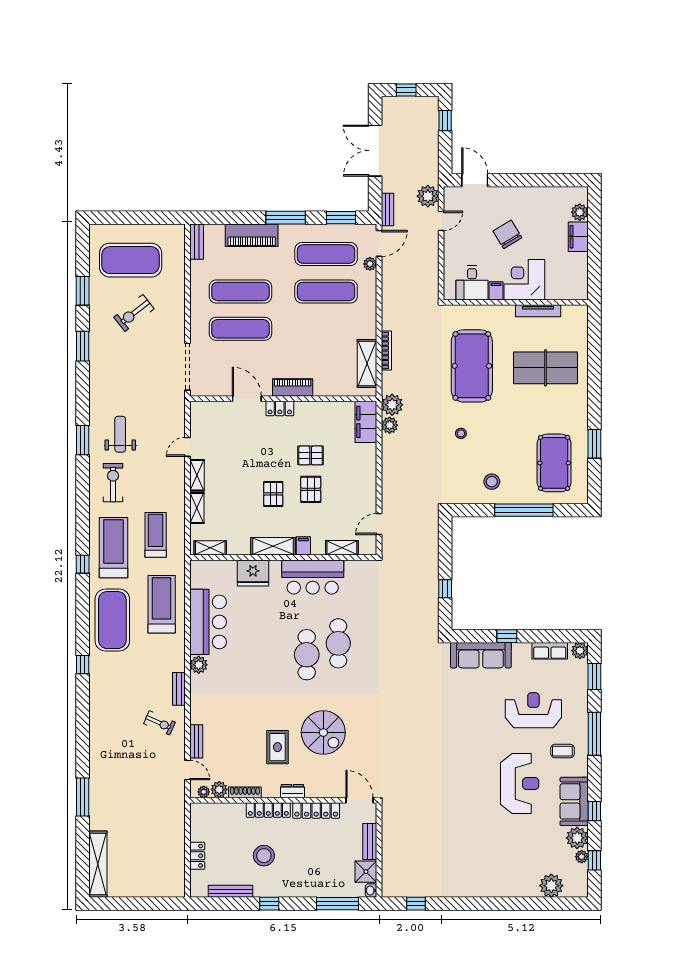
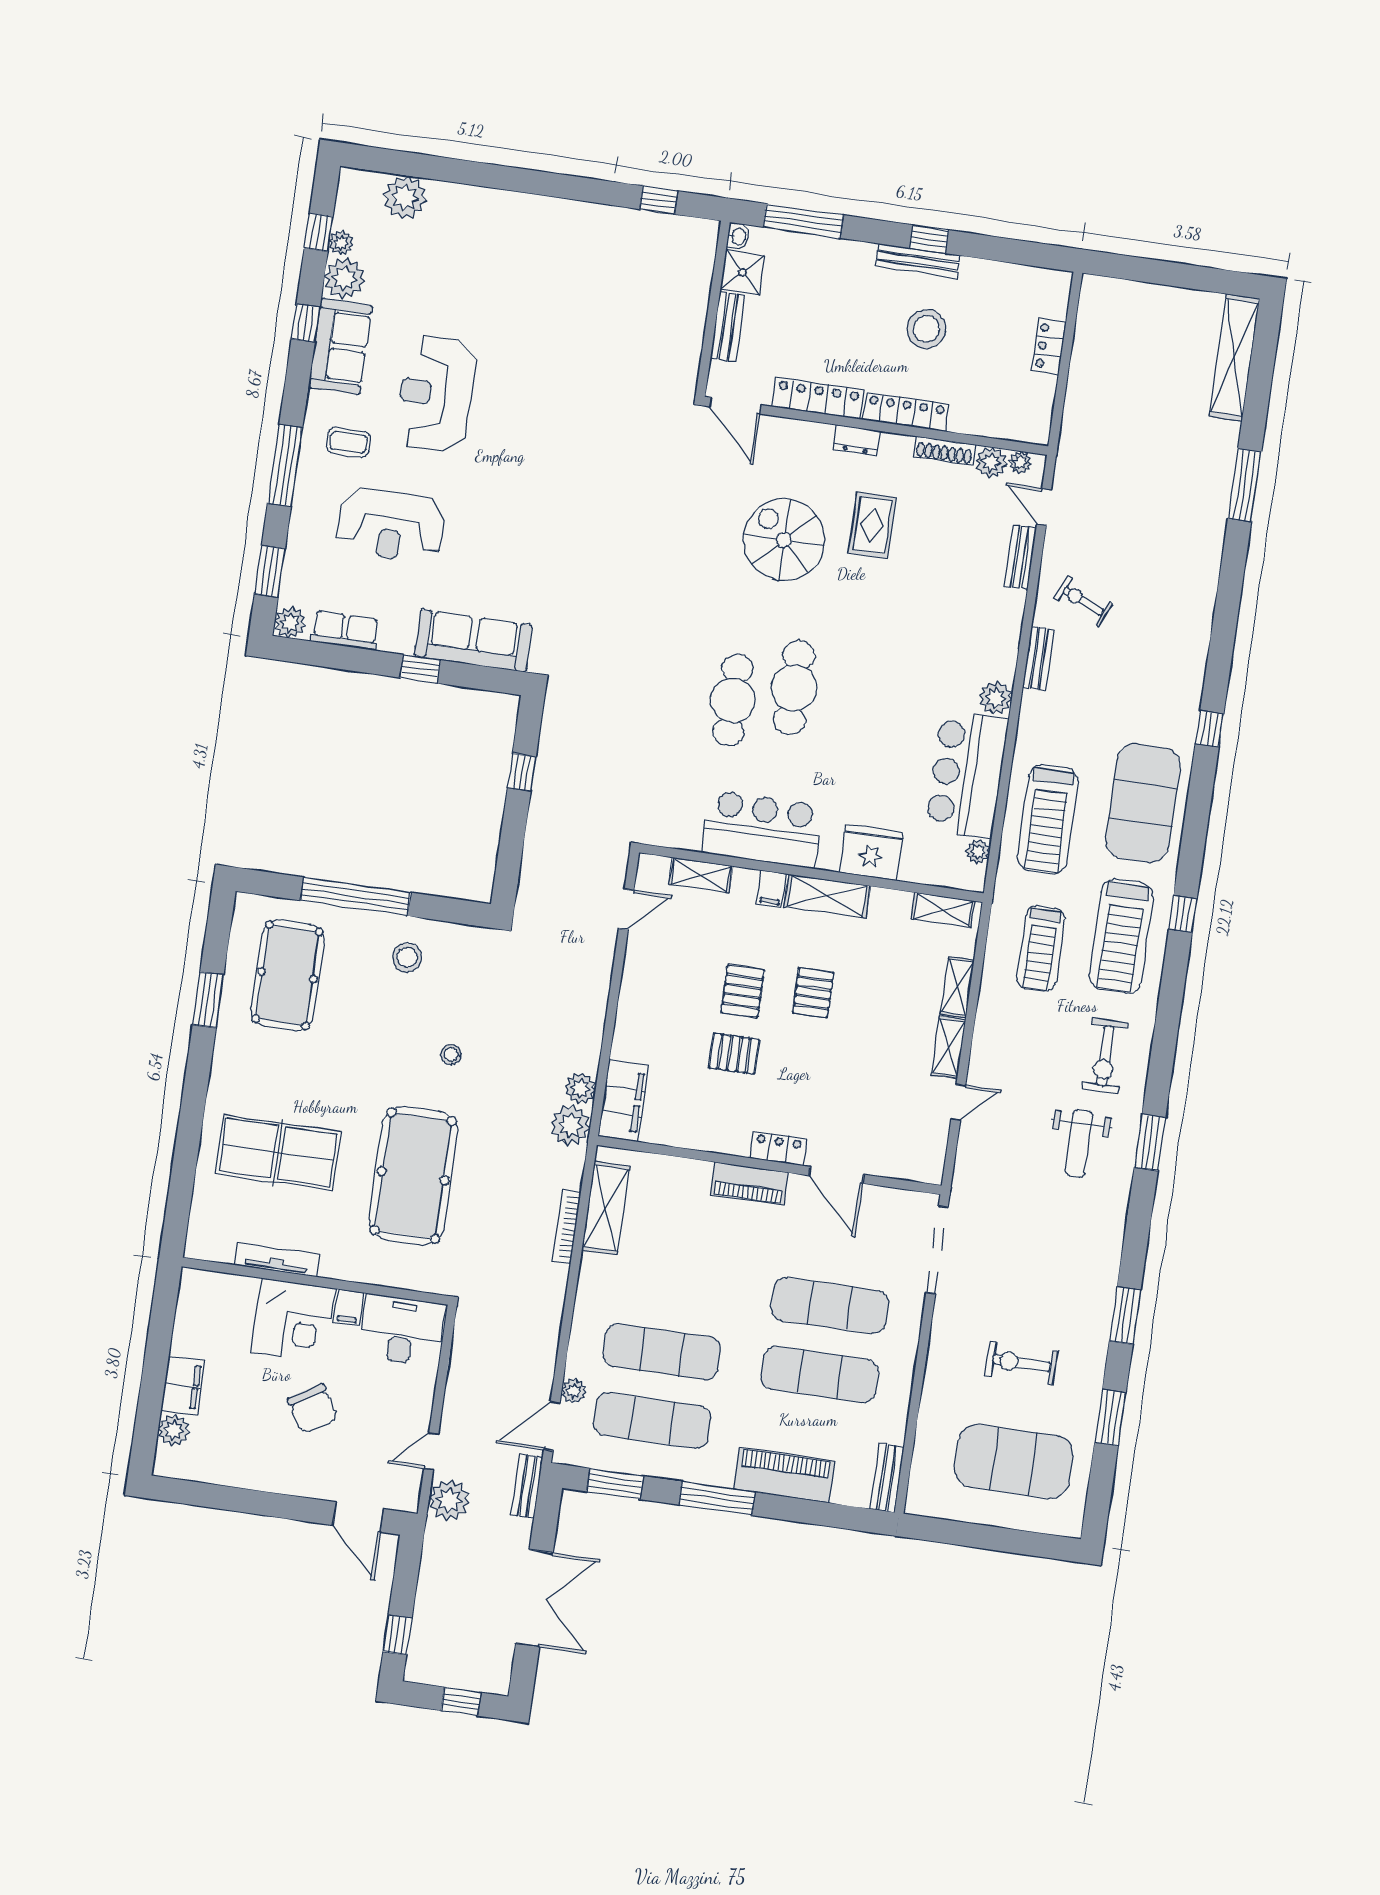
desk: (472, 283) -> (402, 1330), width x1.37
exercise bike: (134, 313) -> (1022, 1363), turned -142
plant: (196, 582) -> (978, 852), added
bench: (231, 891) -> (918, 261), moved

